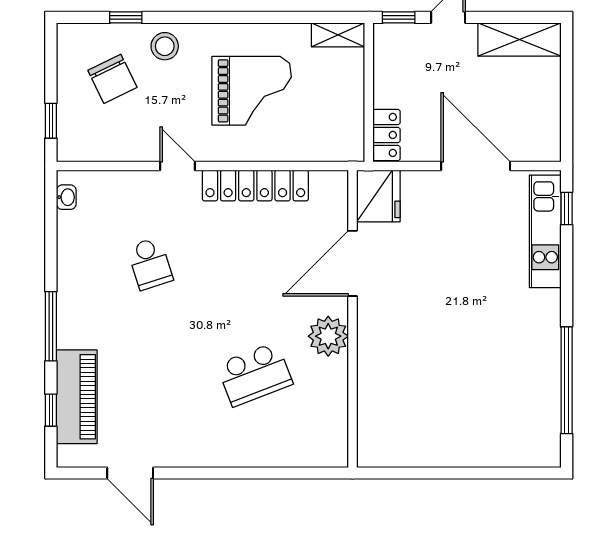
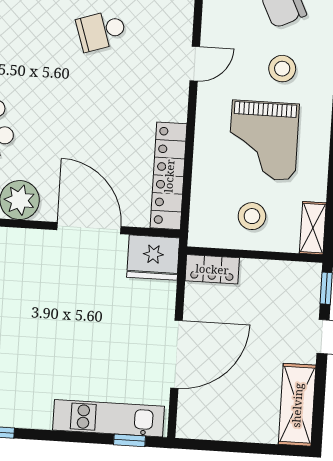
stool: (165, 46) -> (282, 69), moved
stool: (330, 98) -> (252, 216), added
locker: (255, 186) -> (169, 176), moved

